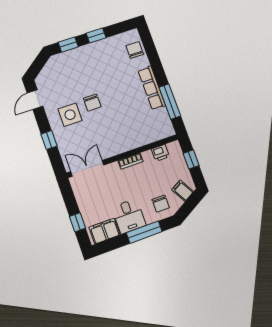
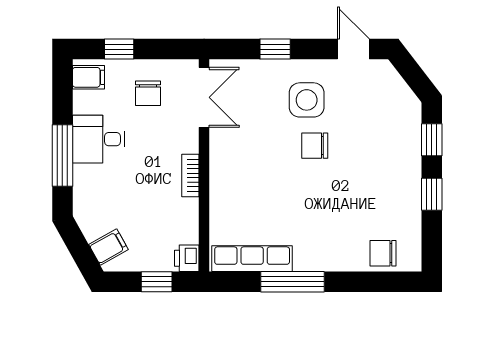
chair: (135, 50) -> (383, 253), turned 180
row of seats: (152, 88) -> (252, 259), moved
window: (170, 102) -> (293, 282), moved
printer: (160, 153) -> (187, 258), moved
chair: (161, 204) -> (148, 93), moved, turned -90
filing cabinet: (105, 231) -> (88, 77), width x0.50

